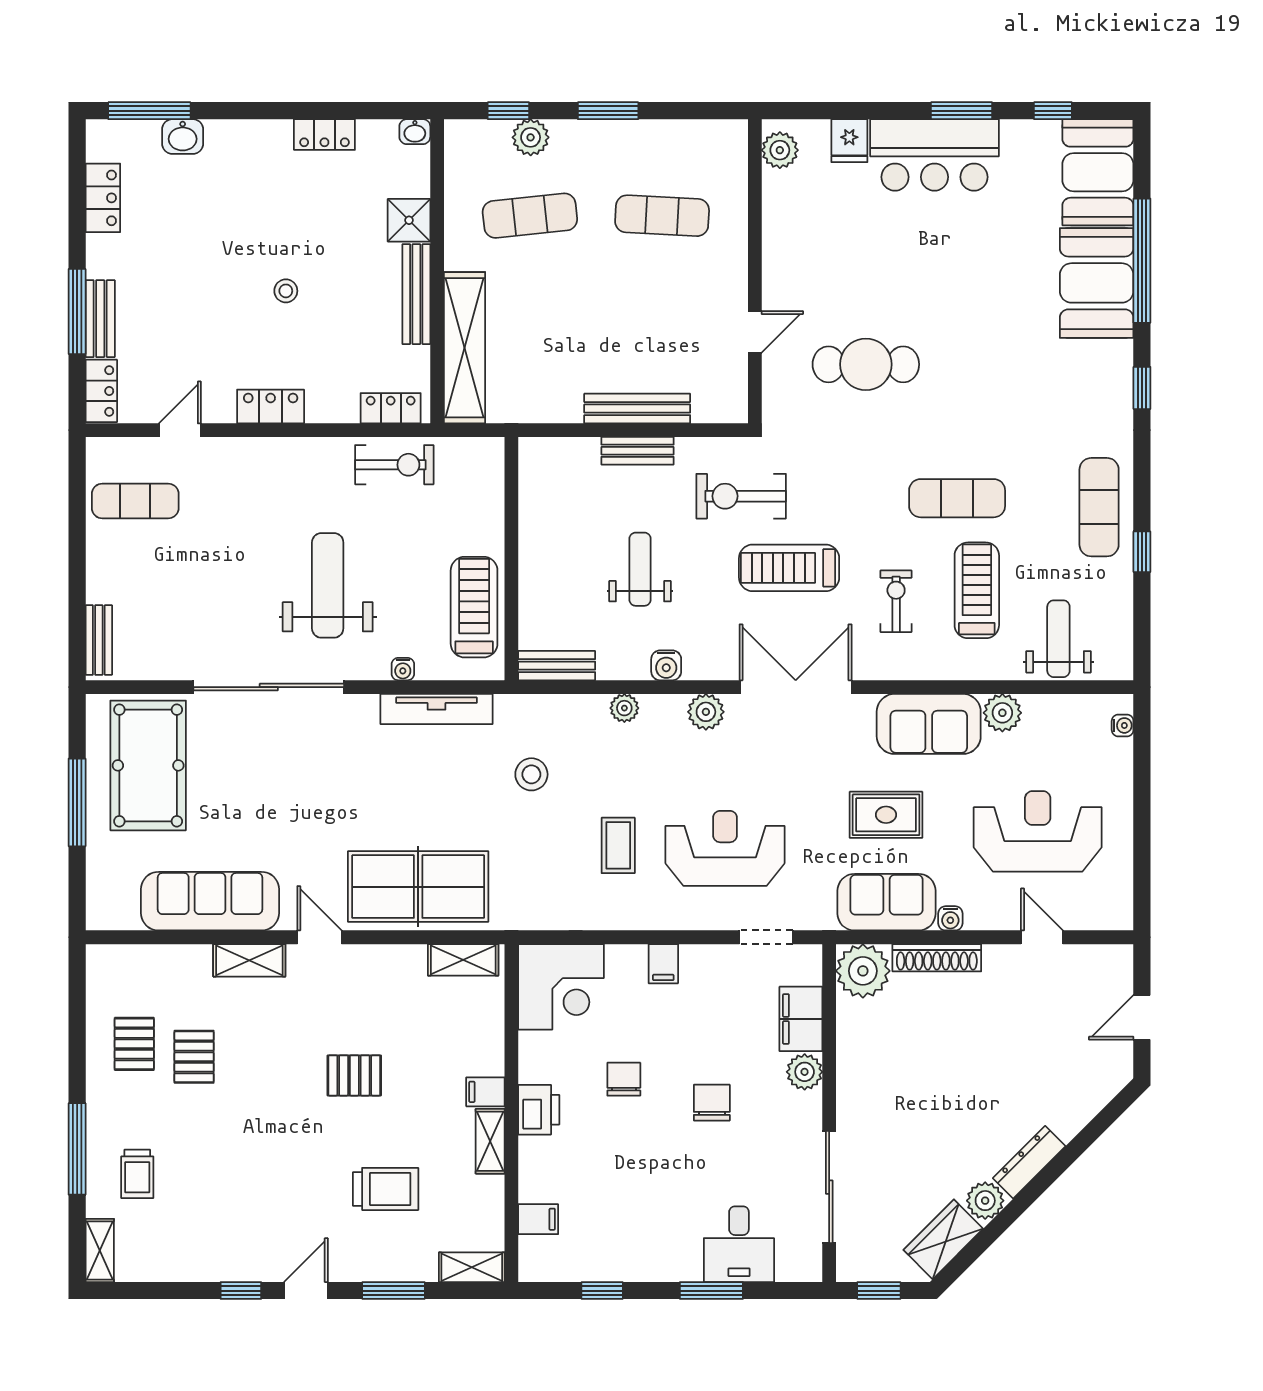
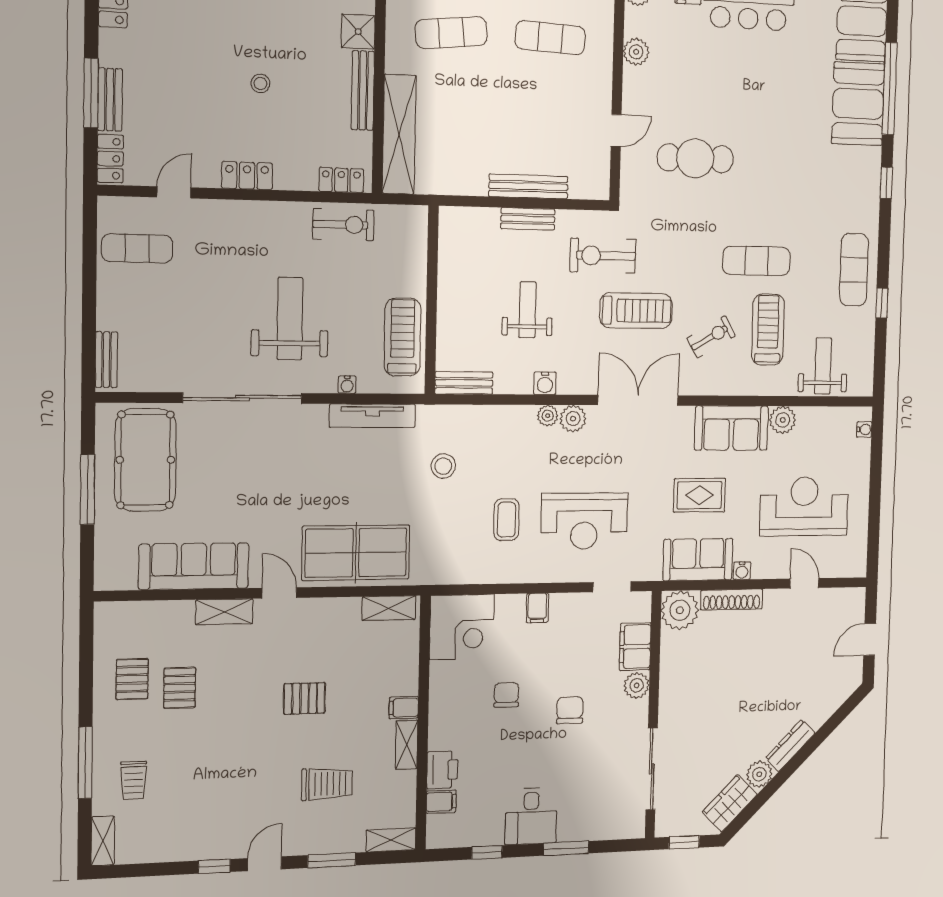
plant: (779, 228) -> (636, 52), added
treadmill: (789, 568) -> (636, 311), turned 180
exercise bike: (896, 601) -> (711, 337), turned 60
plant: (624, 708) -> (548, 416), moved
reception desk: (725, 848) -> (584, 521), turned 180
printer: (539, 1110) -> (442, 770), moved
desk: (739, 1244) -> (531, 816), moved

